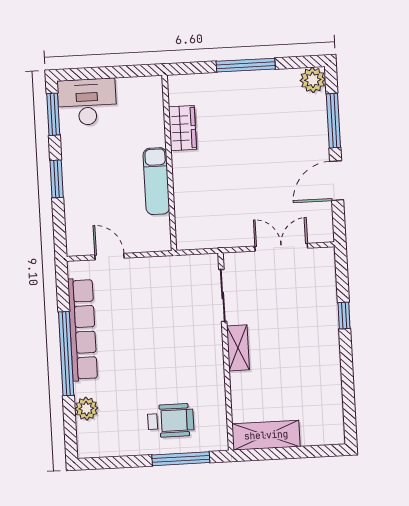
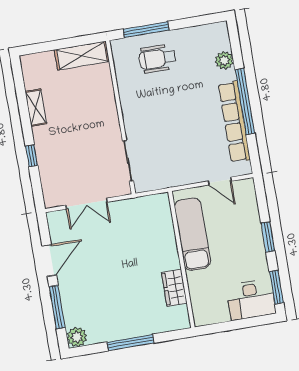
exam couch: (156, 181) -> (192, 234), width x1.36, depth x1.45
shelving: (238, 348) -> (36, 108), moved

